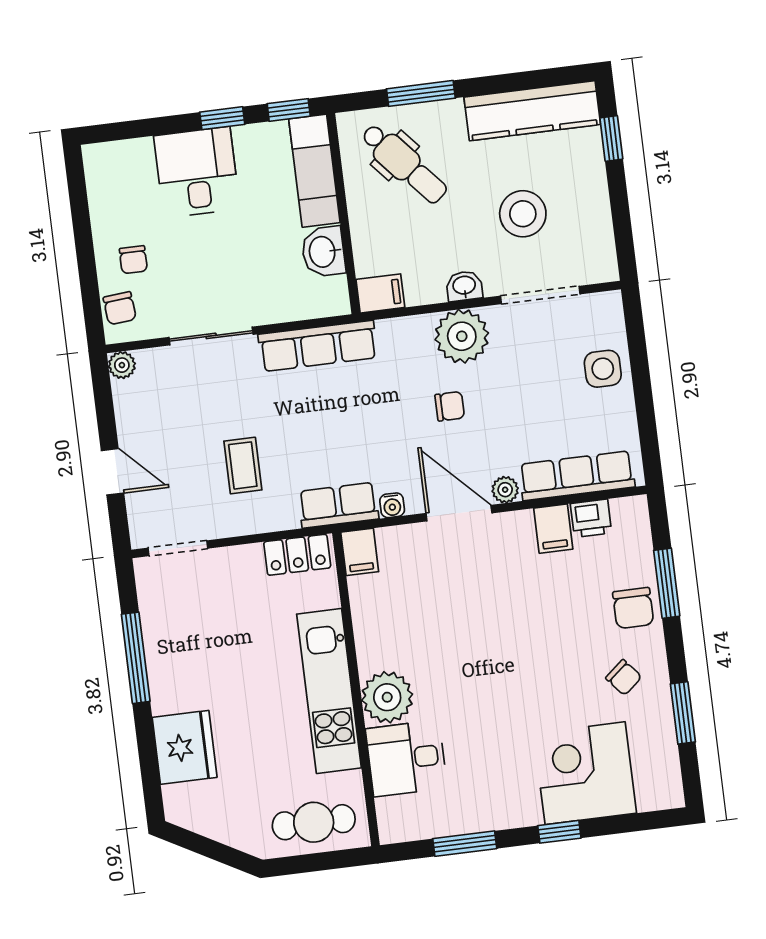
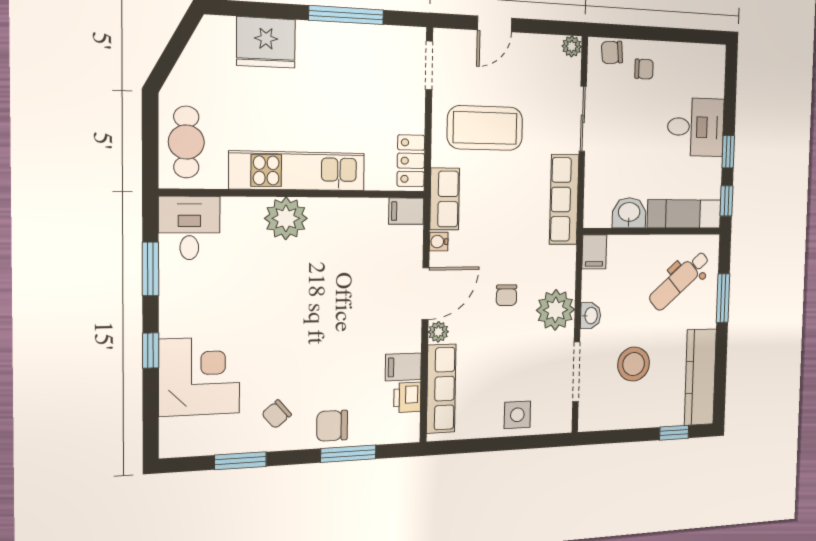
chair: (133, 260) -> (644, 69), turned 180
coffee table: (243, 465) -> (485, 128), width x1.86, depth x1.72
desk: (406, 758) -> (189, 228), moved

